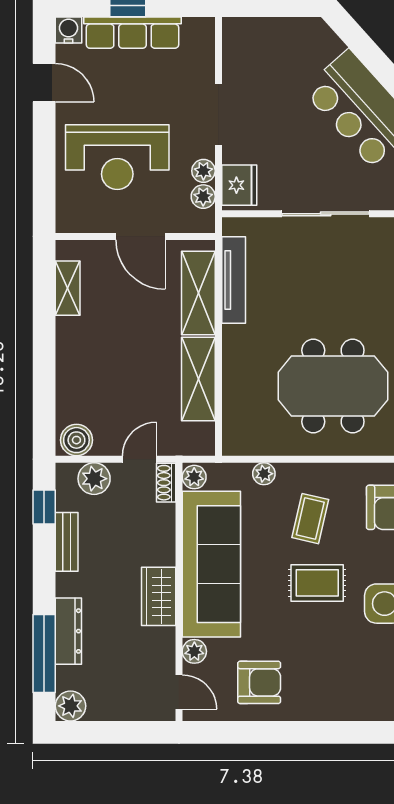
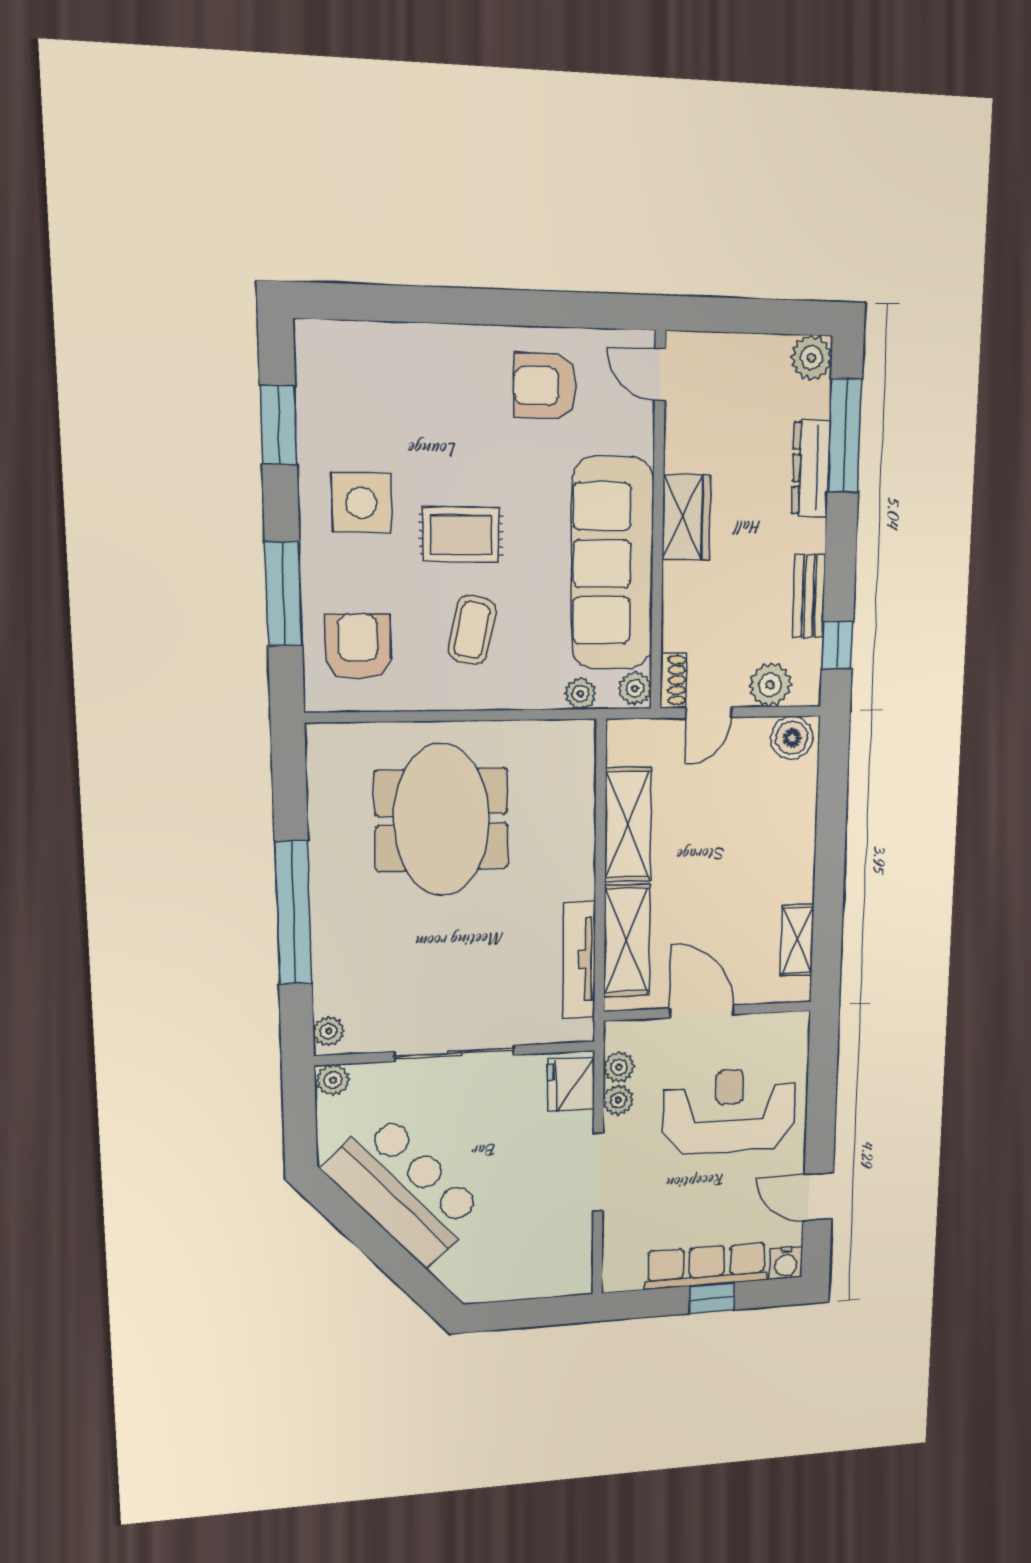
meeting table: (333, 386) -> (442, 820), turned 90
plant: (264, 474) -> (581, 694), moved
plant: (194, 651) -> (638, 435), removed

